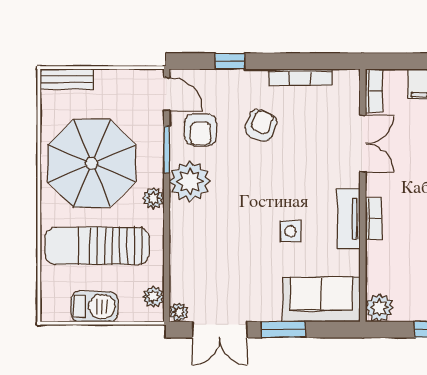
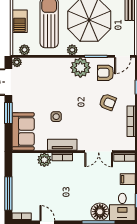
plant: (379, 308) -> (44, 160), moved

